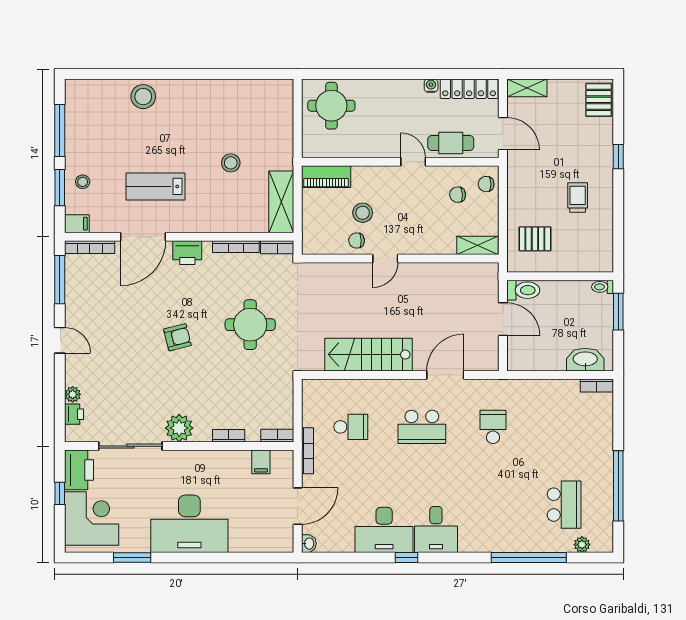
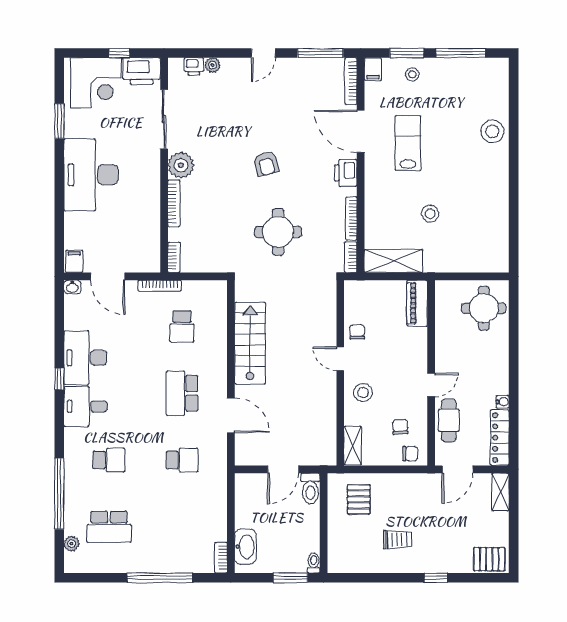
chair: (486, 184) -> (410, 454), turned 90
stool: (363, 213) -> (363, 393), moved
bookcase: (229, 436) -> (174, 203), width x1.56
filing cabinet: (261, 462) -> (74, 261), moved, turned 90
window: (618, 486) -> (160, 578), moved
school desk: (493, 505) -> (109, 460), added

